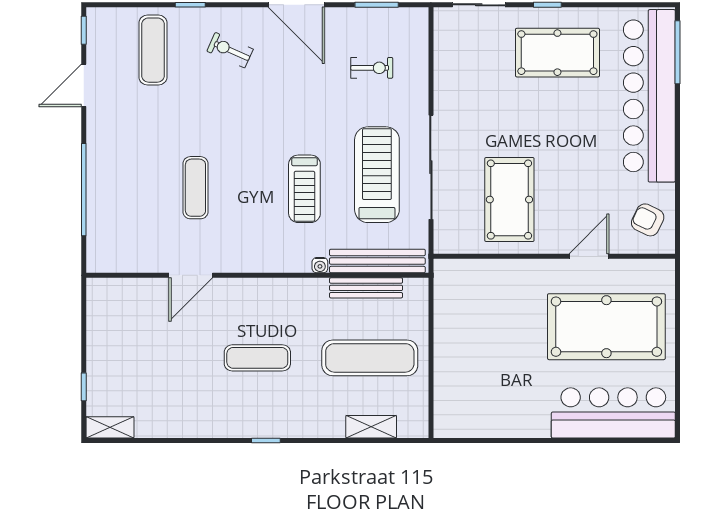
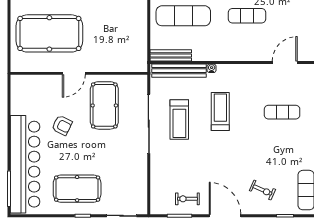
exercise bike: (372, 68) -> (187, 199), moved
treadmill: (377, 175) -> (179, 120), width x0.73, depth x0.73
exercise mat: (195, 188) -> (282, 112), turned 90
armchair: (648, 220) -> (62, 125), moved
door: (589, 256) -> (74, 73), moved
bench: (366, 288) -> (171, 55), moved

